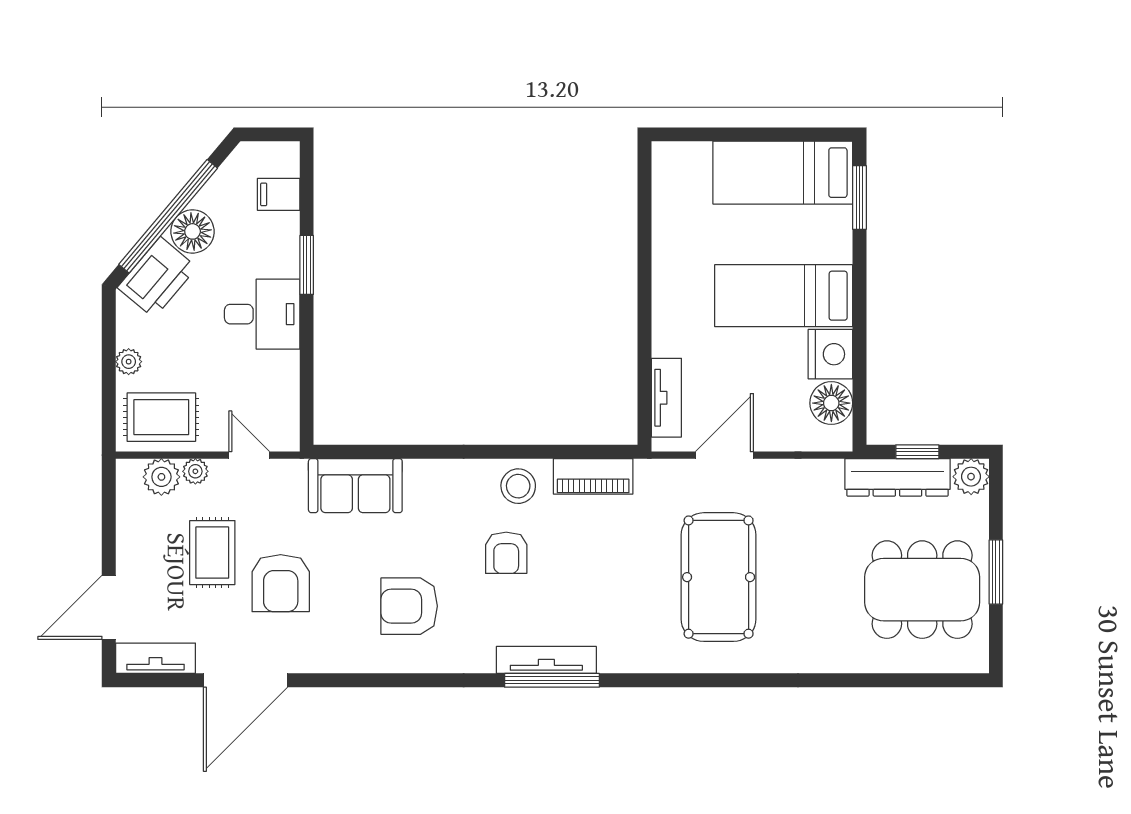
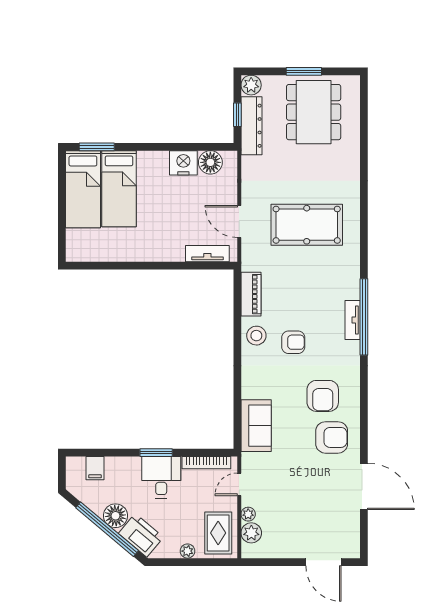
window: (307, 265) -> (156, 453), moved
bed: (784, 296) -> (119, 189), moved
bookcase: (289, 396) -> (206, 463), added
rug: (212, 553) -> (293, 505), removed
armchair: (281, 583) -> (332, 437), moved
tv unit: (156, 658) -> (352, 536), removed
tv unit: (546, 660) -> (353, 320), width x0.71
window: (552, 680) -> (364, 317), width x1.46

